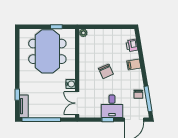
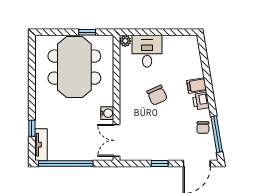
printer: (132, 45) -> (201, 101), moved
desk: (112, 106) -> (147, 51), moved, turned 180

